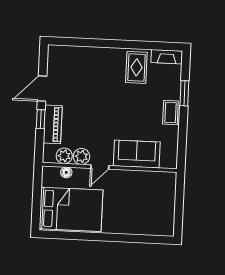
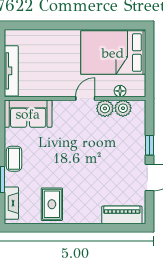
fireplace: (167, 57) -> (11, 203), moved, turned 90
piano: (53, 124) -> (122, 215), moved, turned 90
sofa: (137, 154) -> (28, 114), moved
tv unit: (169, 196) -> (11, 71), added

